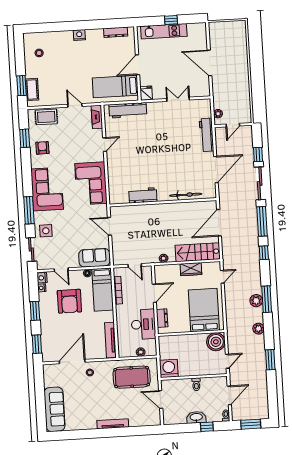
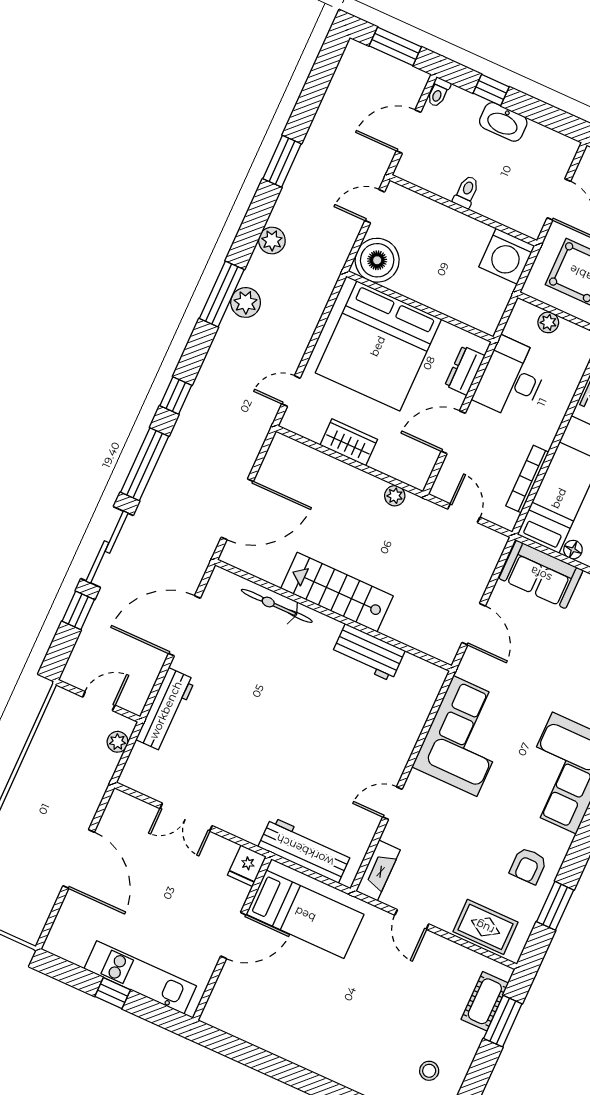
dresser: (116, 32) -> (243, 1029), removed
nightstand: (79, 35) -> (324, 1064), removed
stairs: (198, 252) -> (337, 592), moved, turned 180
bed: (204, 310) -> (378, 346), width x1.36

